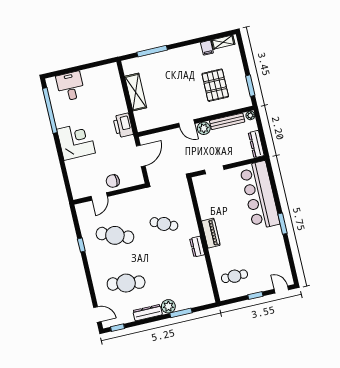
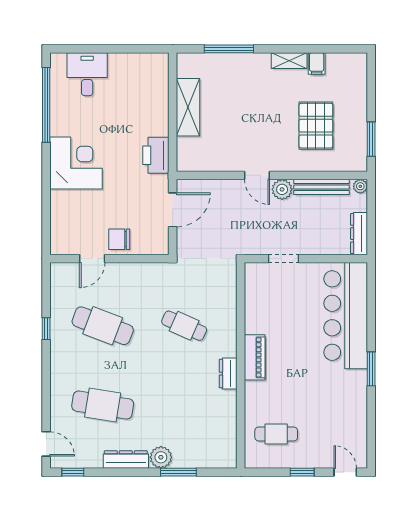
shelving: (223, 42) -> (289, 61), moved

